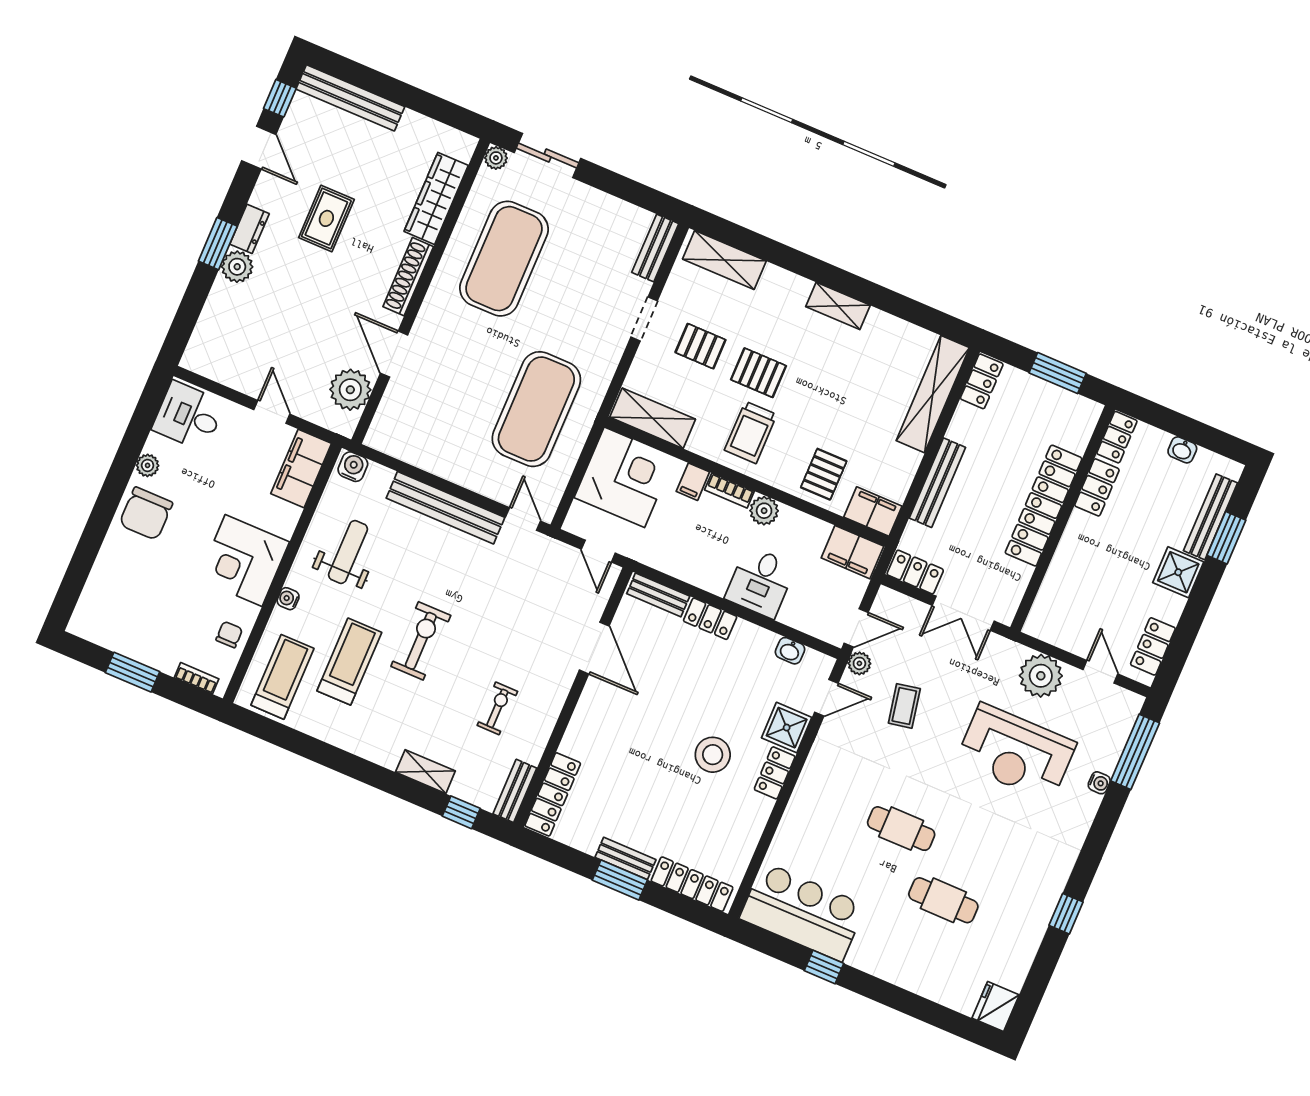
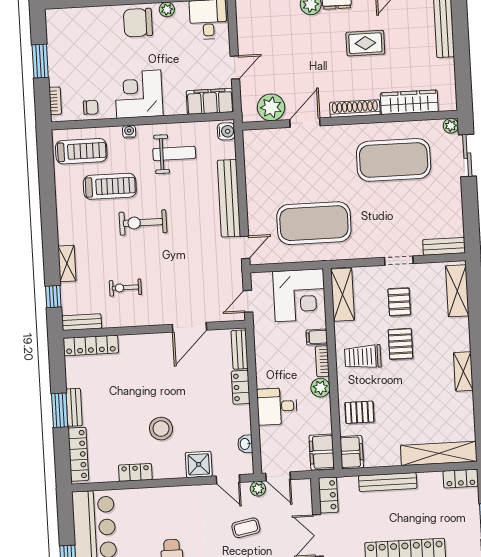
exercise bike: (421, 641) -> (143, 223), turned 180
exercise bike: (497, 708) -> (125, 288), turned 180
locker: (775, 773) -> (135, 472), moved

